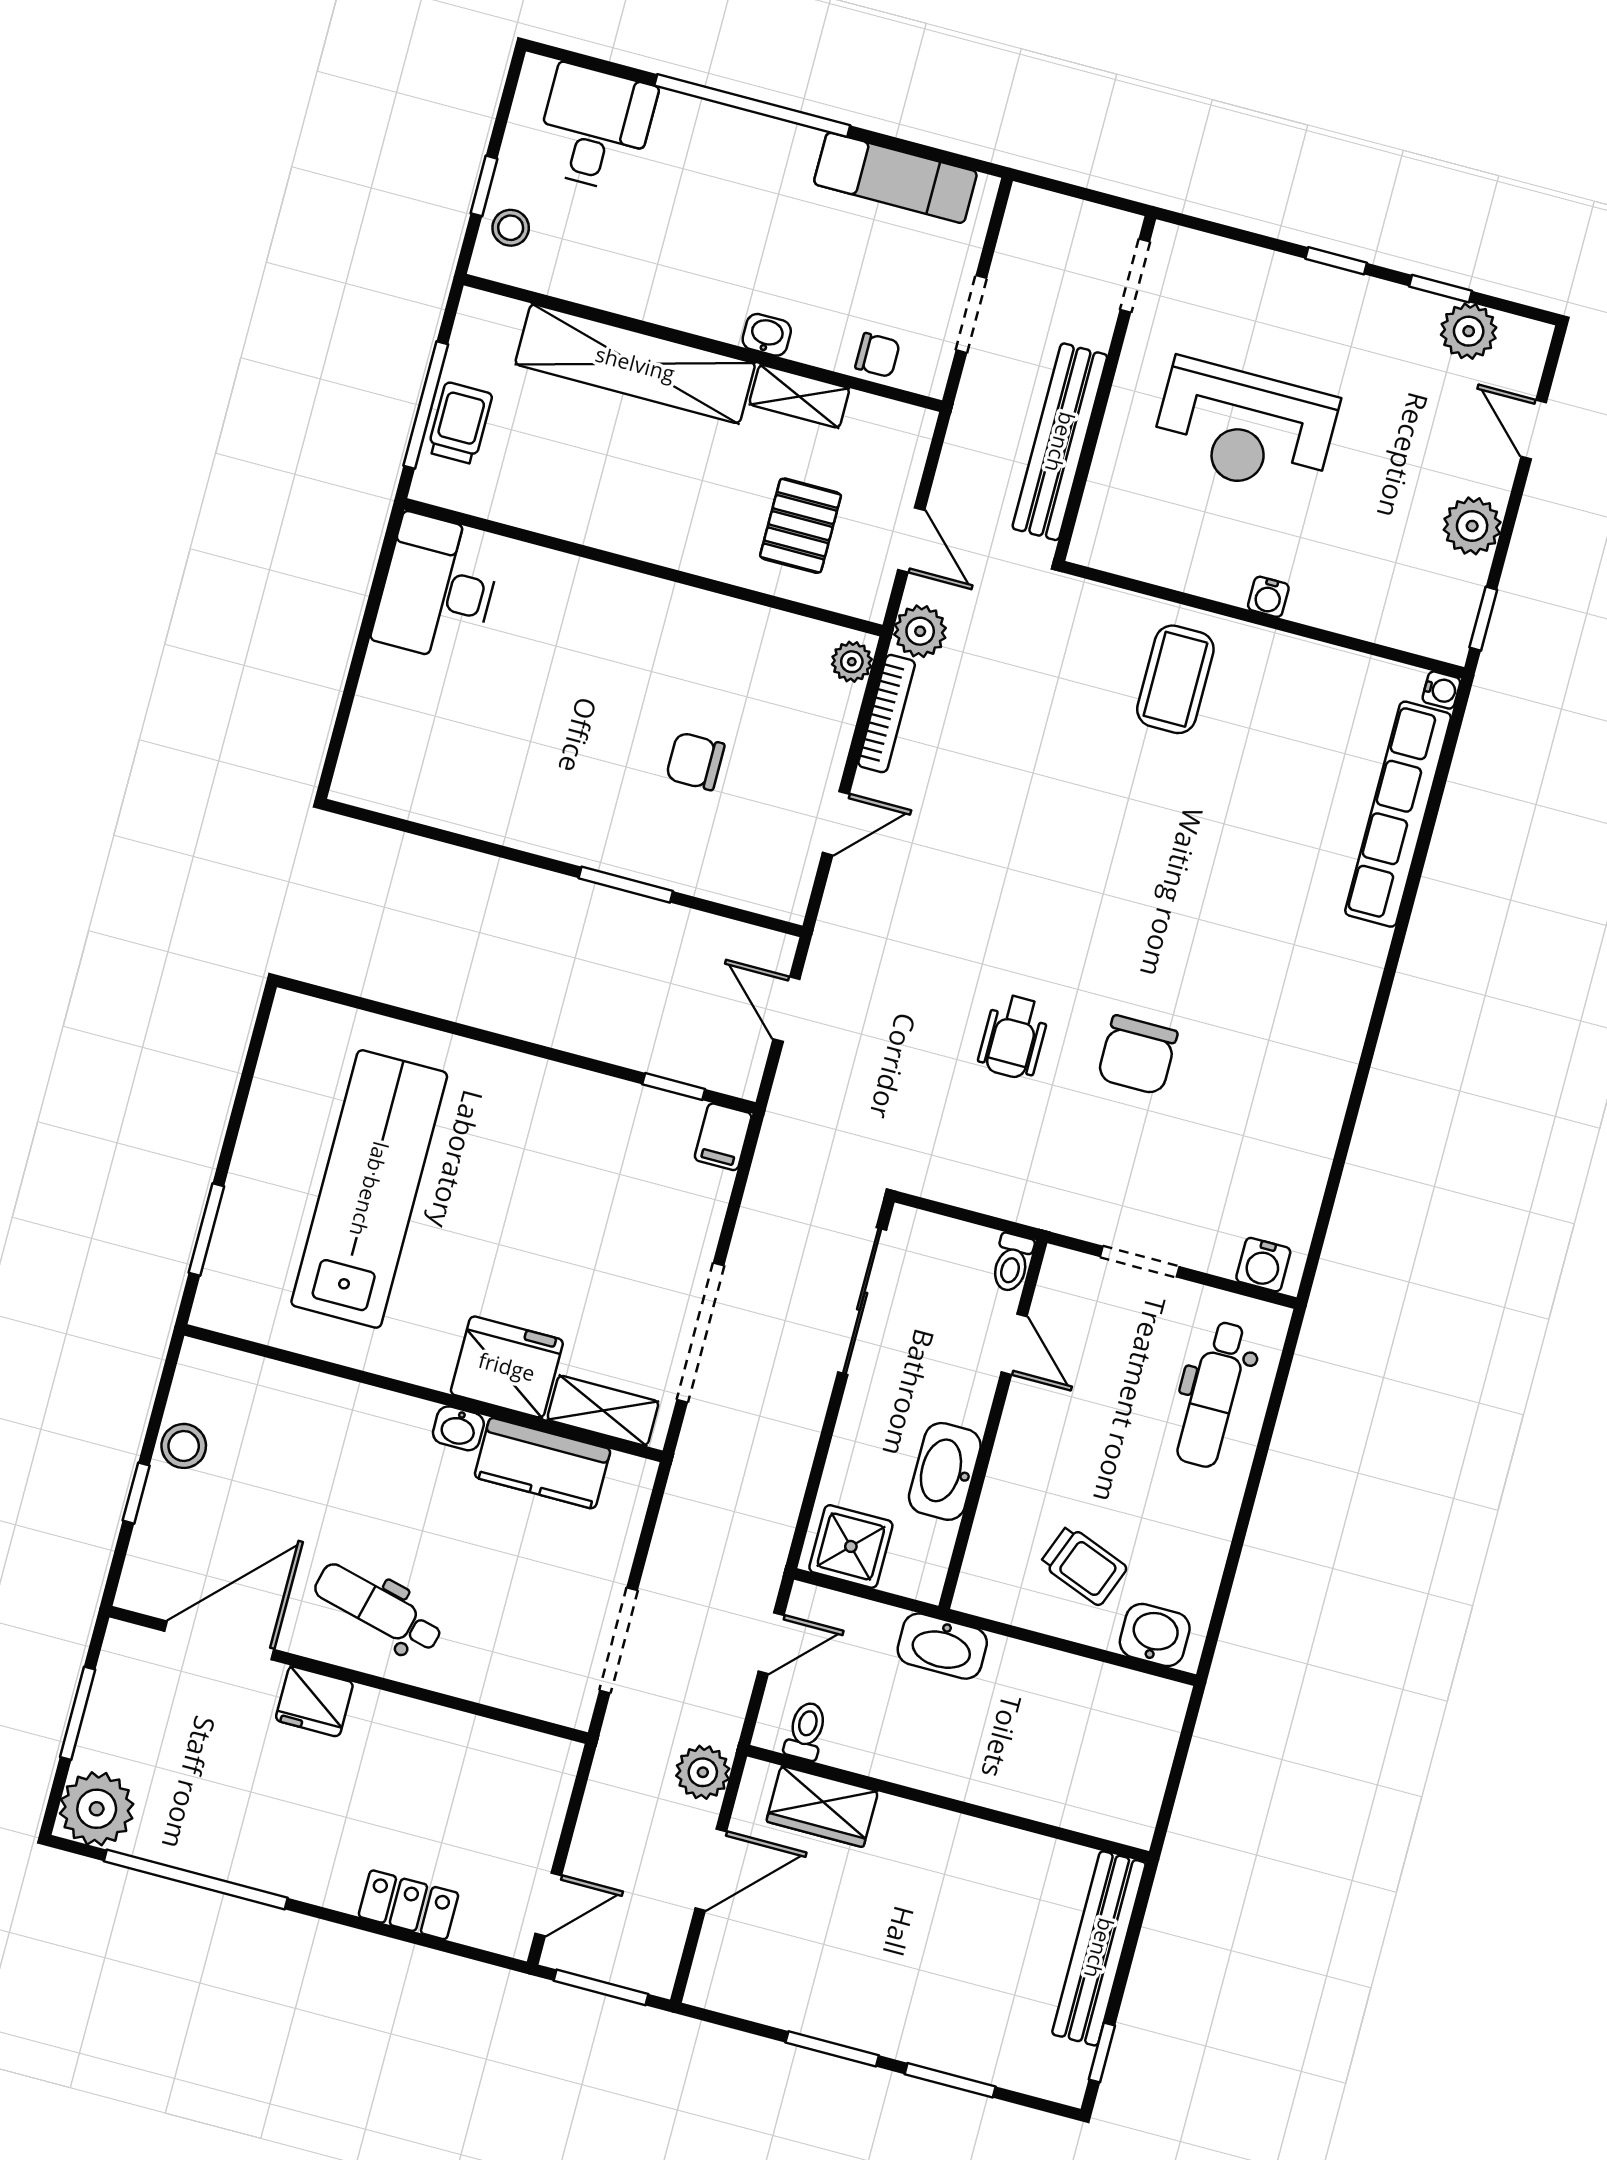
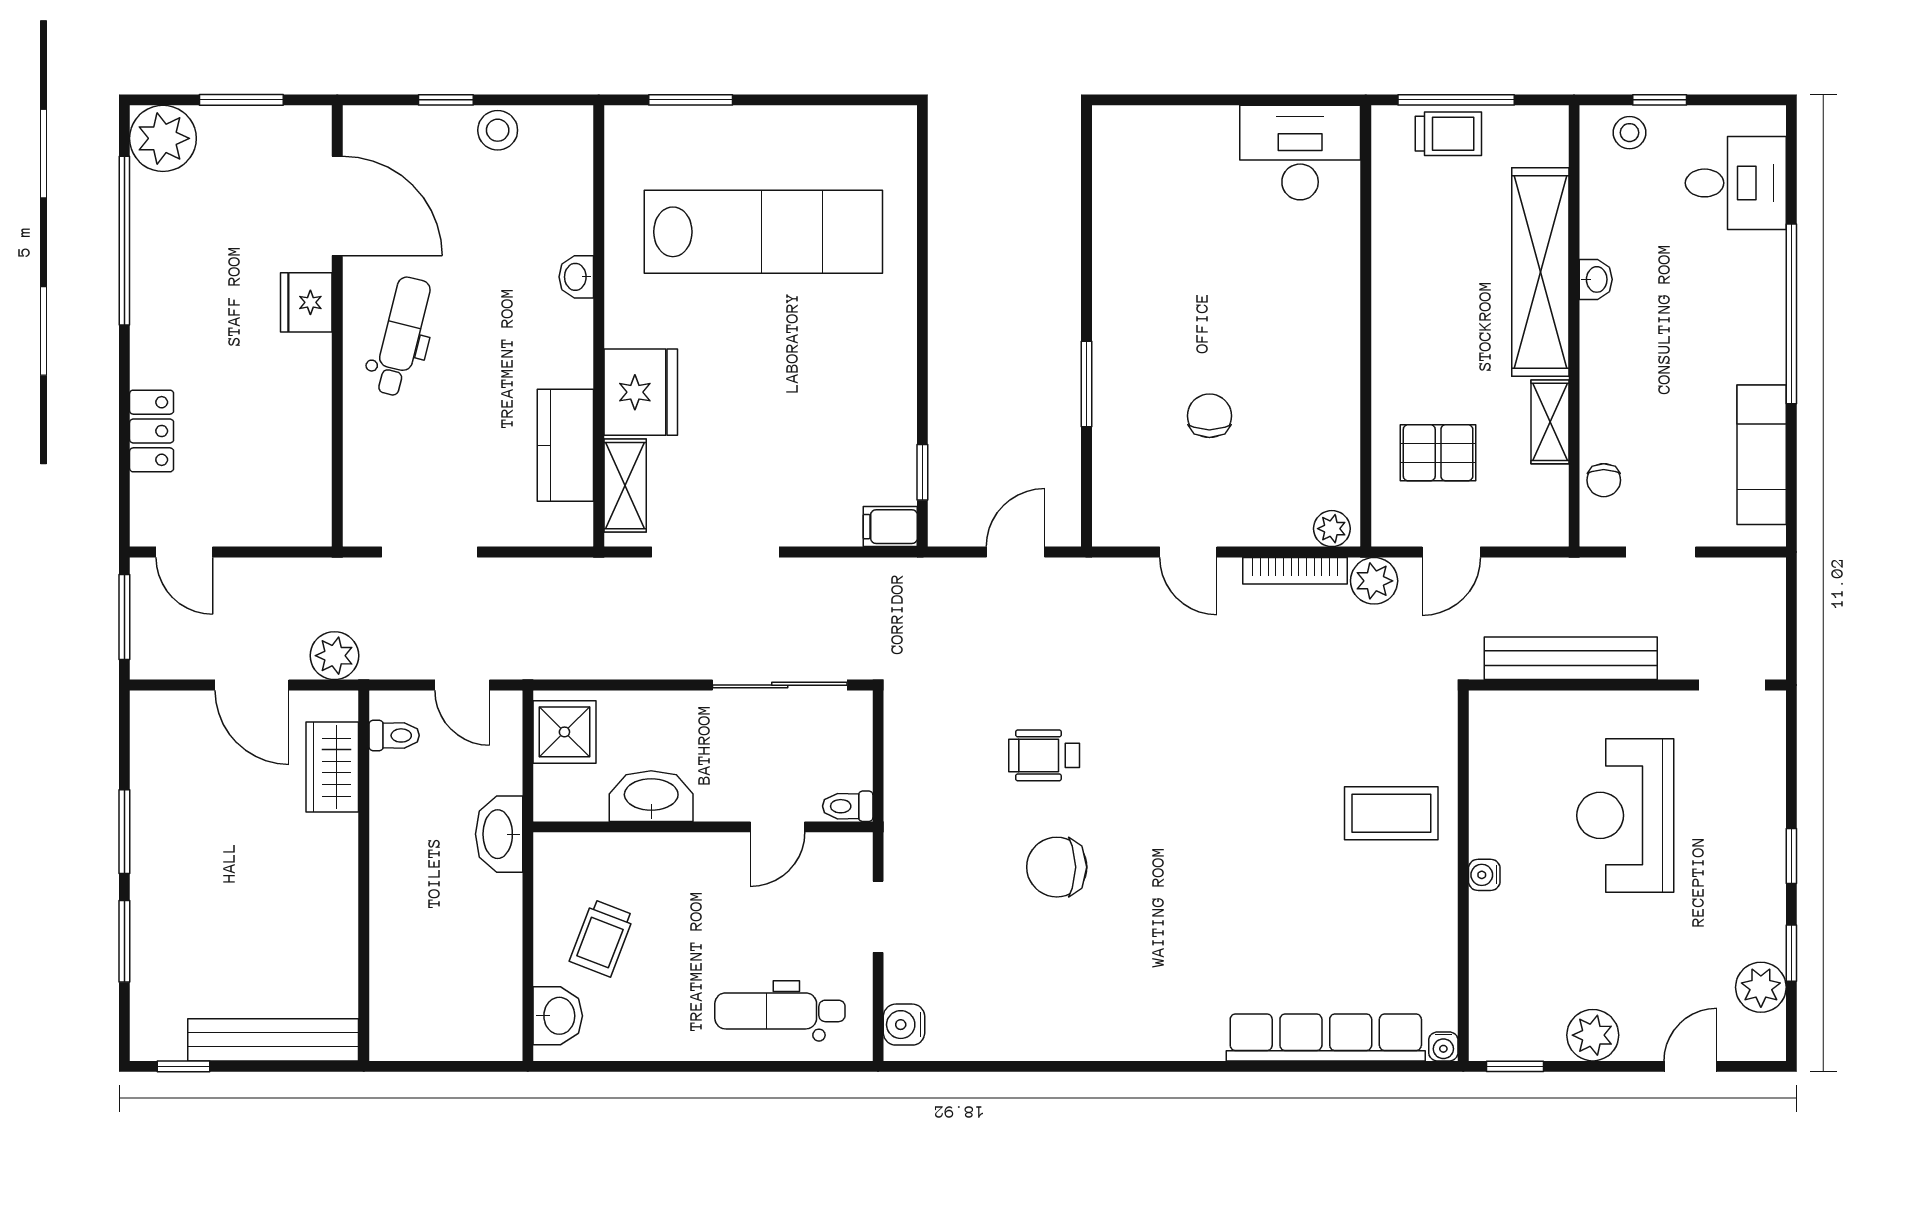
washbasin: (767, 335) -> (1596, 279), moved
washbasin: (458, 1428) -> (576, 277), moved

